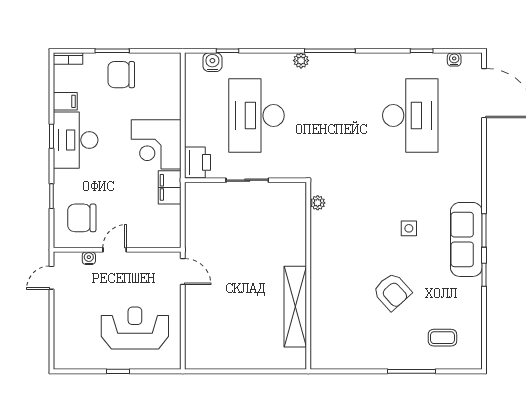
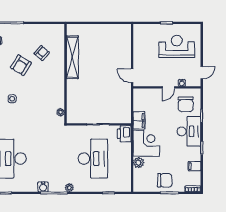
water cooler: (212, 62) -> (43, 187), moved
plant: (171, 108) -> (138, 163), added
desk: (76, 140) -> (189, 131), moved
chair: (82, 218) -> (186, 104), turned 89
armchair: (392, 292) -> (21, 65), turned -106
armchair: (353, 314) -> (42, 53), added
reception desk: (135, 328) -> (177, 46), moved, turned 180

